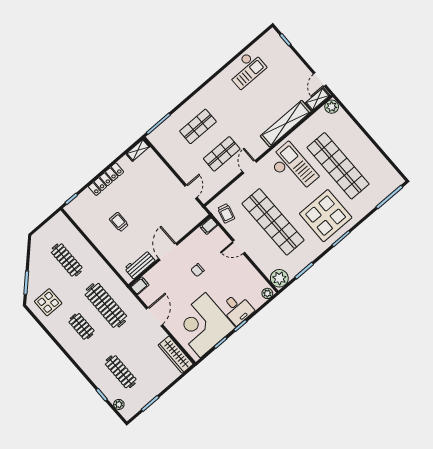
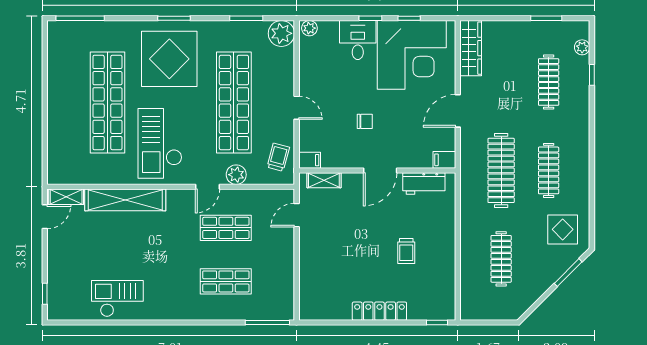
plant: (332, 107) -> (236, 175), moved
shelving: (138, 150) -> (324, 180), moved
clothes rail: (81, 326) -> (549, 170), width x1.36

